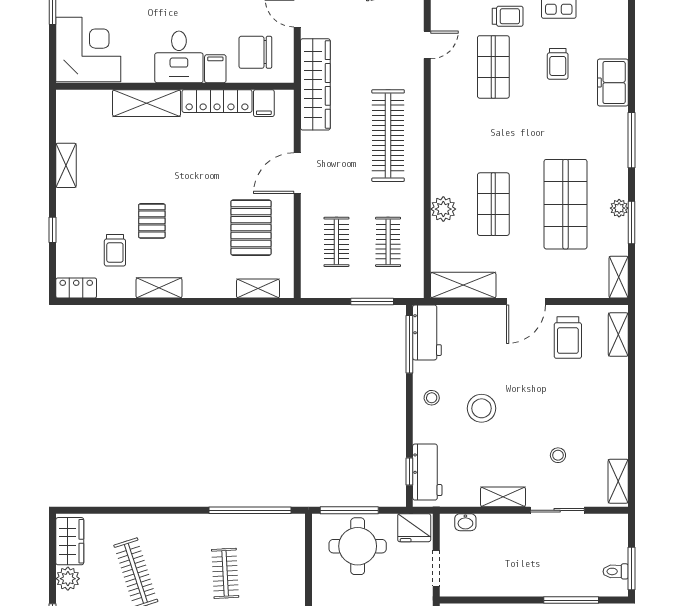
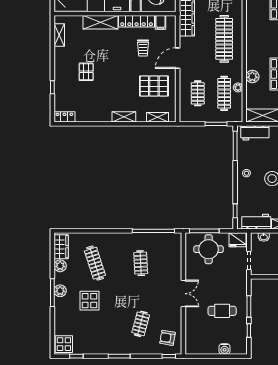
shelving: (66, 165) -> (59, 35), moved
pallet: (152, 221) -> (86, 72), moved
pallet: (251, 228) -> (154, 86), turned 90
plant: (415, 230) -> (238, 87), added
clothes rail: (388, 242) -> (224, 93), width x1.36
trolley: (115, 250) -> (143, 48), moved
shelving: (159, 288) -> (124, 117), moved
workbench: (427, 332) -> (255, 133), moved, turned 90
workbench: (427, 472) -> (256, 222), moved, turned -90

